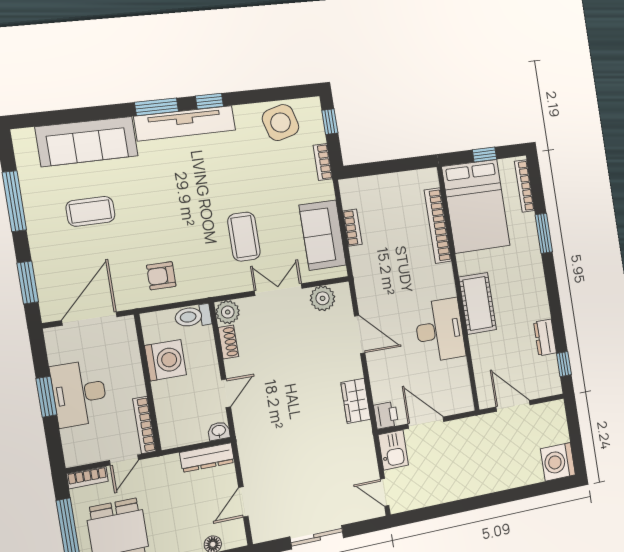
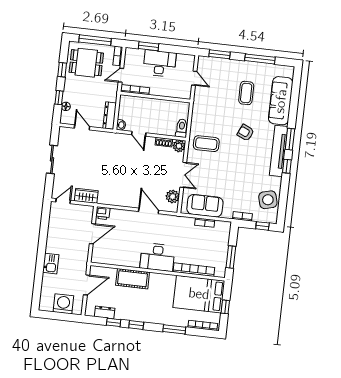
window: (399, 165) -> (231, 257), added
coffee table: (244, 237) -> (206, 144), moved
armchair: (161, 276) -> (246, 133), moved, turned -66
window: (554, 301) -> (136, 325), added
cot: (478, 303) -> (133, 279), moved
door: (89, 319) -> (194, 78), width x0.53
desk: (440, 330) -> (157, 257), moved
door: (360, 334) -> (149, 211), swing flipped
dresser: (545, 338) -> (105, 312), moved
washing machine: (166, 360) -> (164, 109), removed
window: (564, 364) -> (114, 322), moved
window: (46, 397) -> (149, 46), moved
wardrobe: (356, 401) -> (86, 196), moved
kitchen sink: (393, 450) -> (51, 264), moved, turned -90
door: (124, 460) -> (121, 75), hinge flipped
washing machine: (558, 462) -> (63, 304), moved

